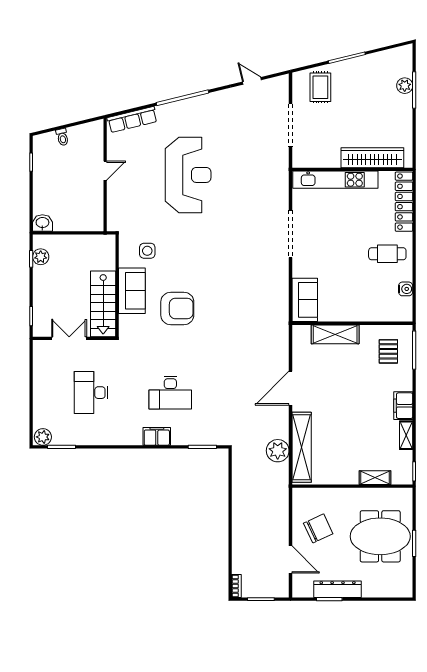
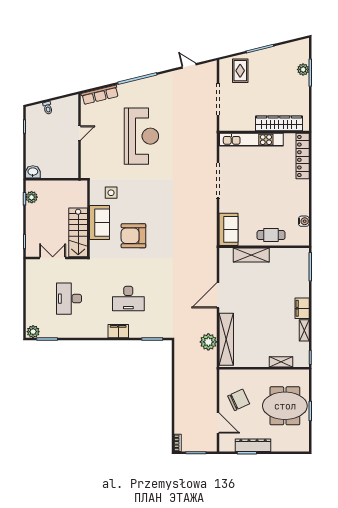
cafe table: (387, 254) -> (271, 235), moved
armchair: (177, 308) -> (133, 236), turned 180
pallet: (388, 351) -> (291, 268), removed

